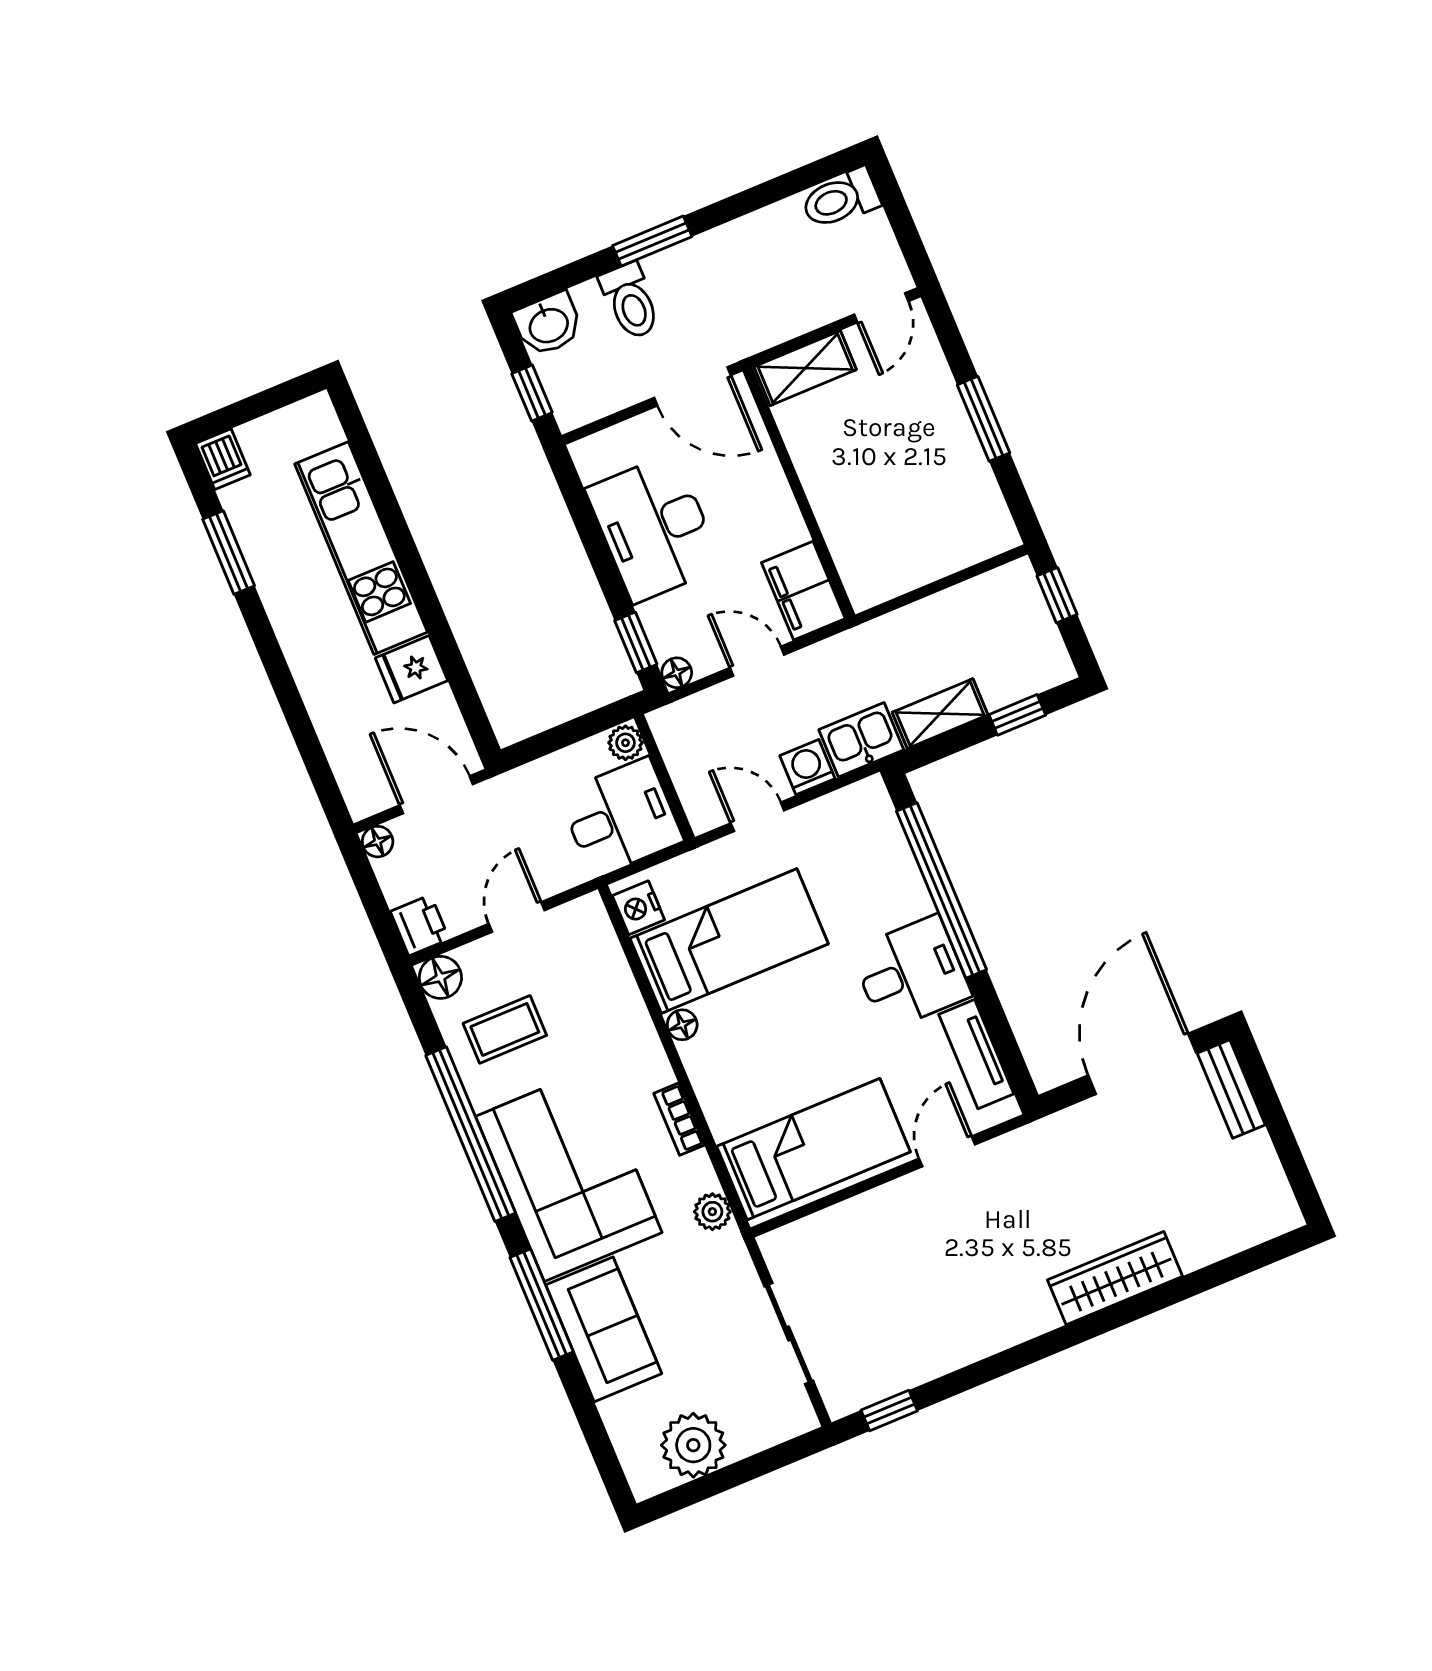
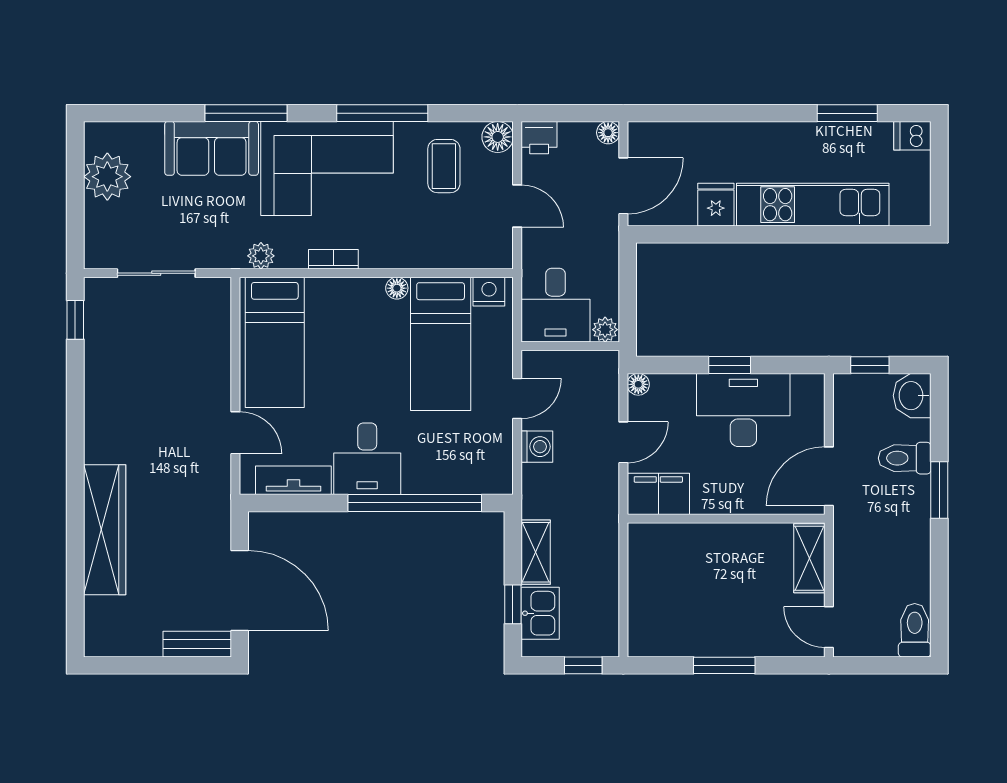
window: (636, 642) -> (730, 365), moved
kitchen sink: (861, 740) -> (540, 613), moved
window: (471, 1134) -> (382, 113), width x0.68
wardrobe: (1115, 1278) -> (105, 530), width x1.40, depth x1.17

